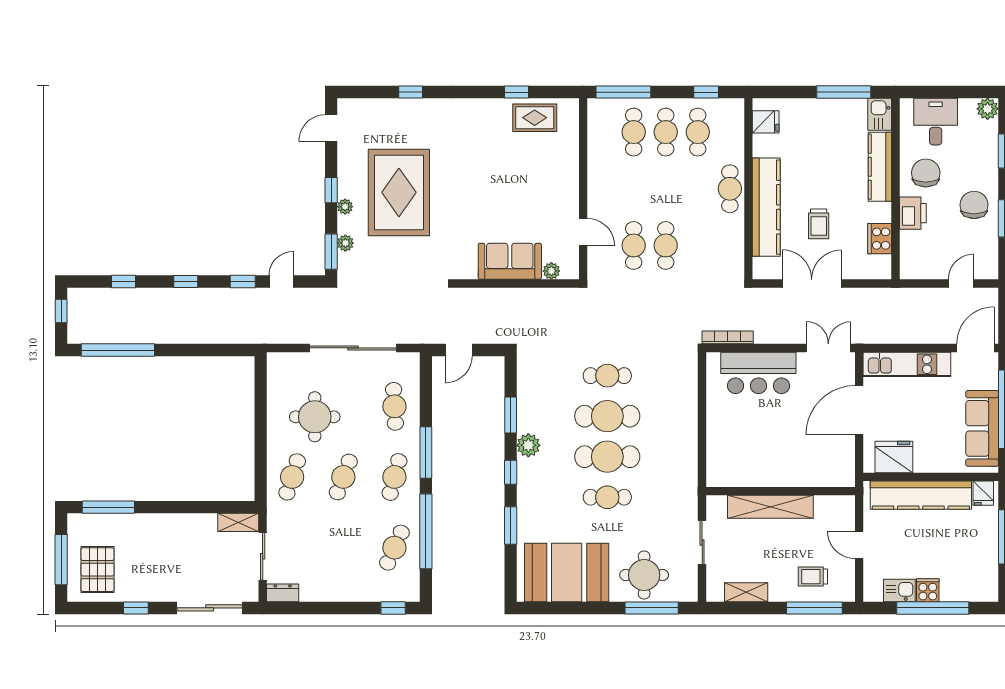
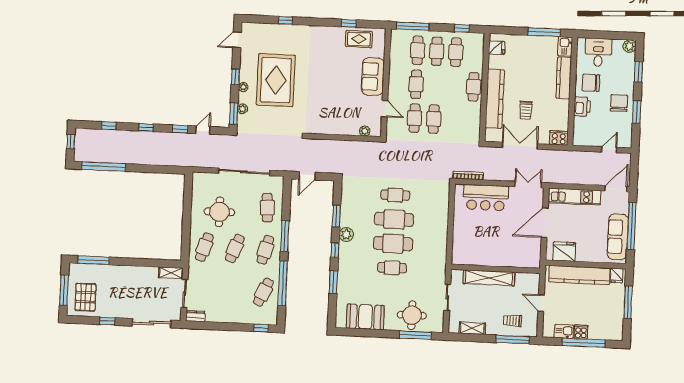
chair: (926, 173) -> (591, 83), turned -90
cafe table: (634, 189) -> (416, 84), added
cooker: (880, 239) -> (559, 138), moved, turned 90
sofa: (510, 261) -> (373, 77), moved, turned -90
booth: (567, 573) -> (365, 317), width x0.73, depth x0.70

